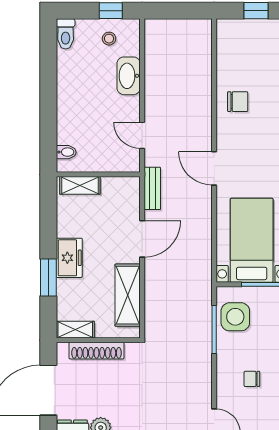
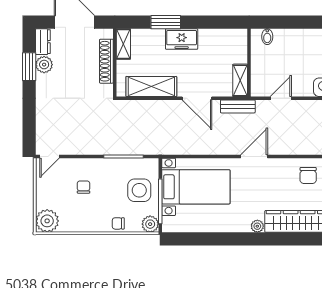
shelving: (80, 185) -> (240, 80), moved
side table: (235, 317) -> (139, 190), moved

